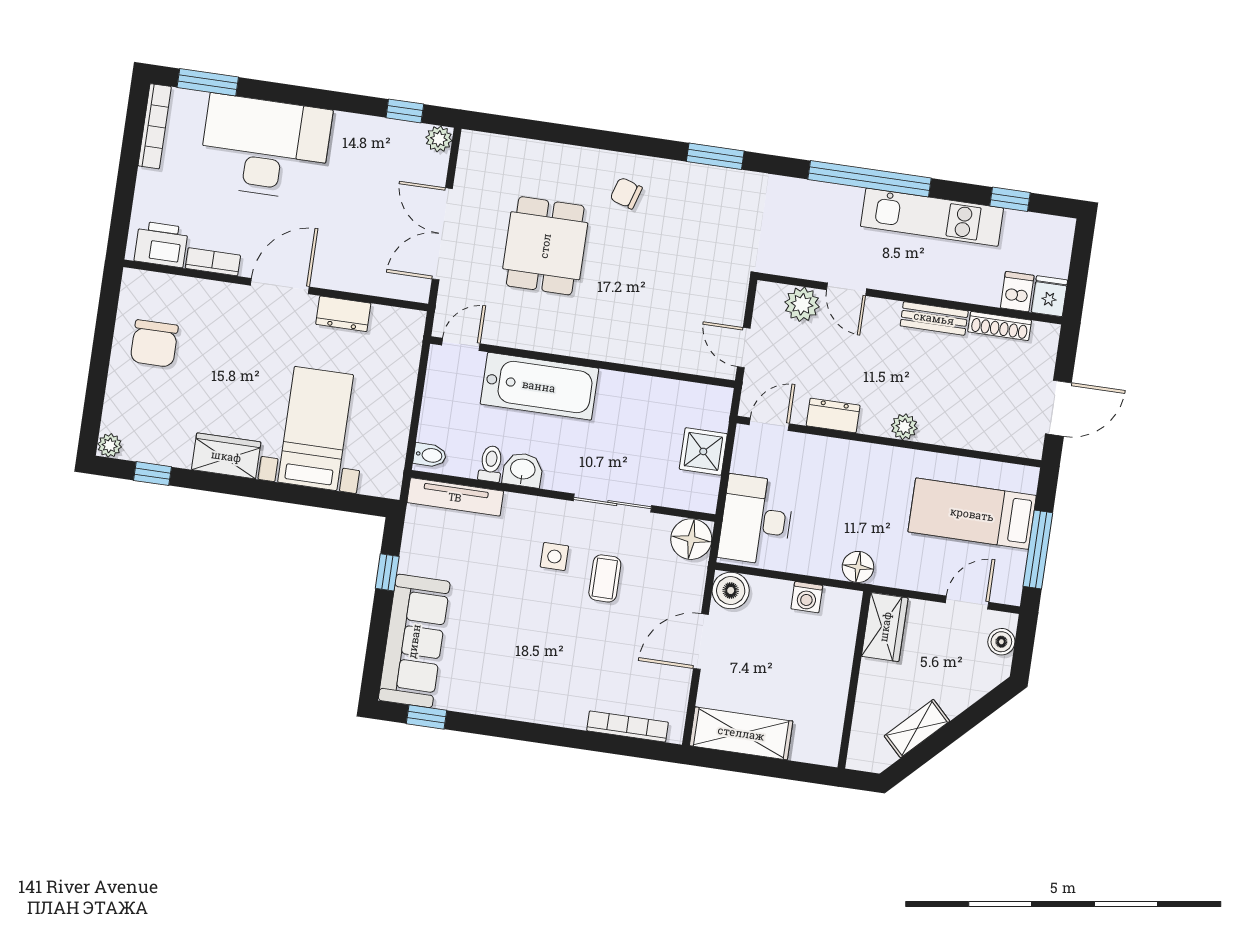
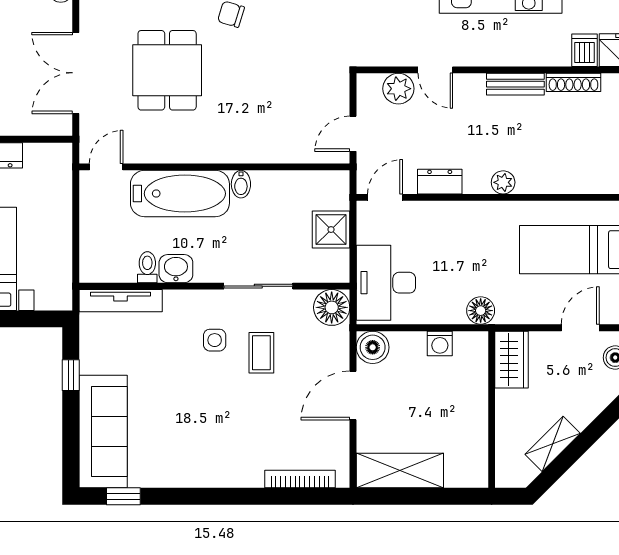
door: (744, 348) -> (353, 134), hinge flipped
bidet: (430, 455) -> (241, 184), moved, turned 90

